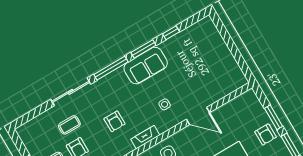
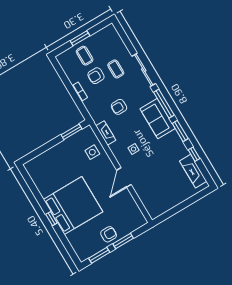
fireplace: (191, 34) -> (193, 171), added
sofa: (146, 66) -> (158, 119), moved
armchair: (266, 134) -> (109, 234), turned 180

